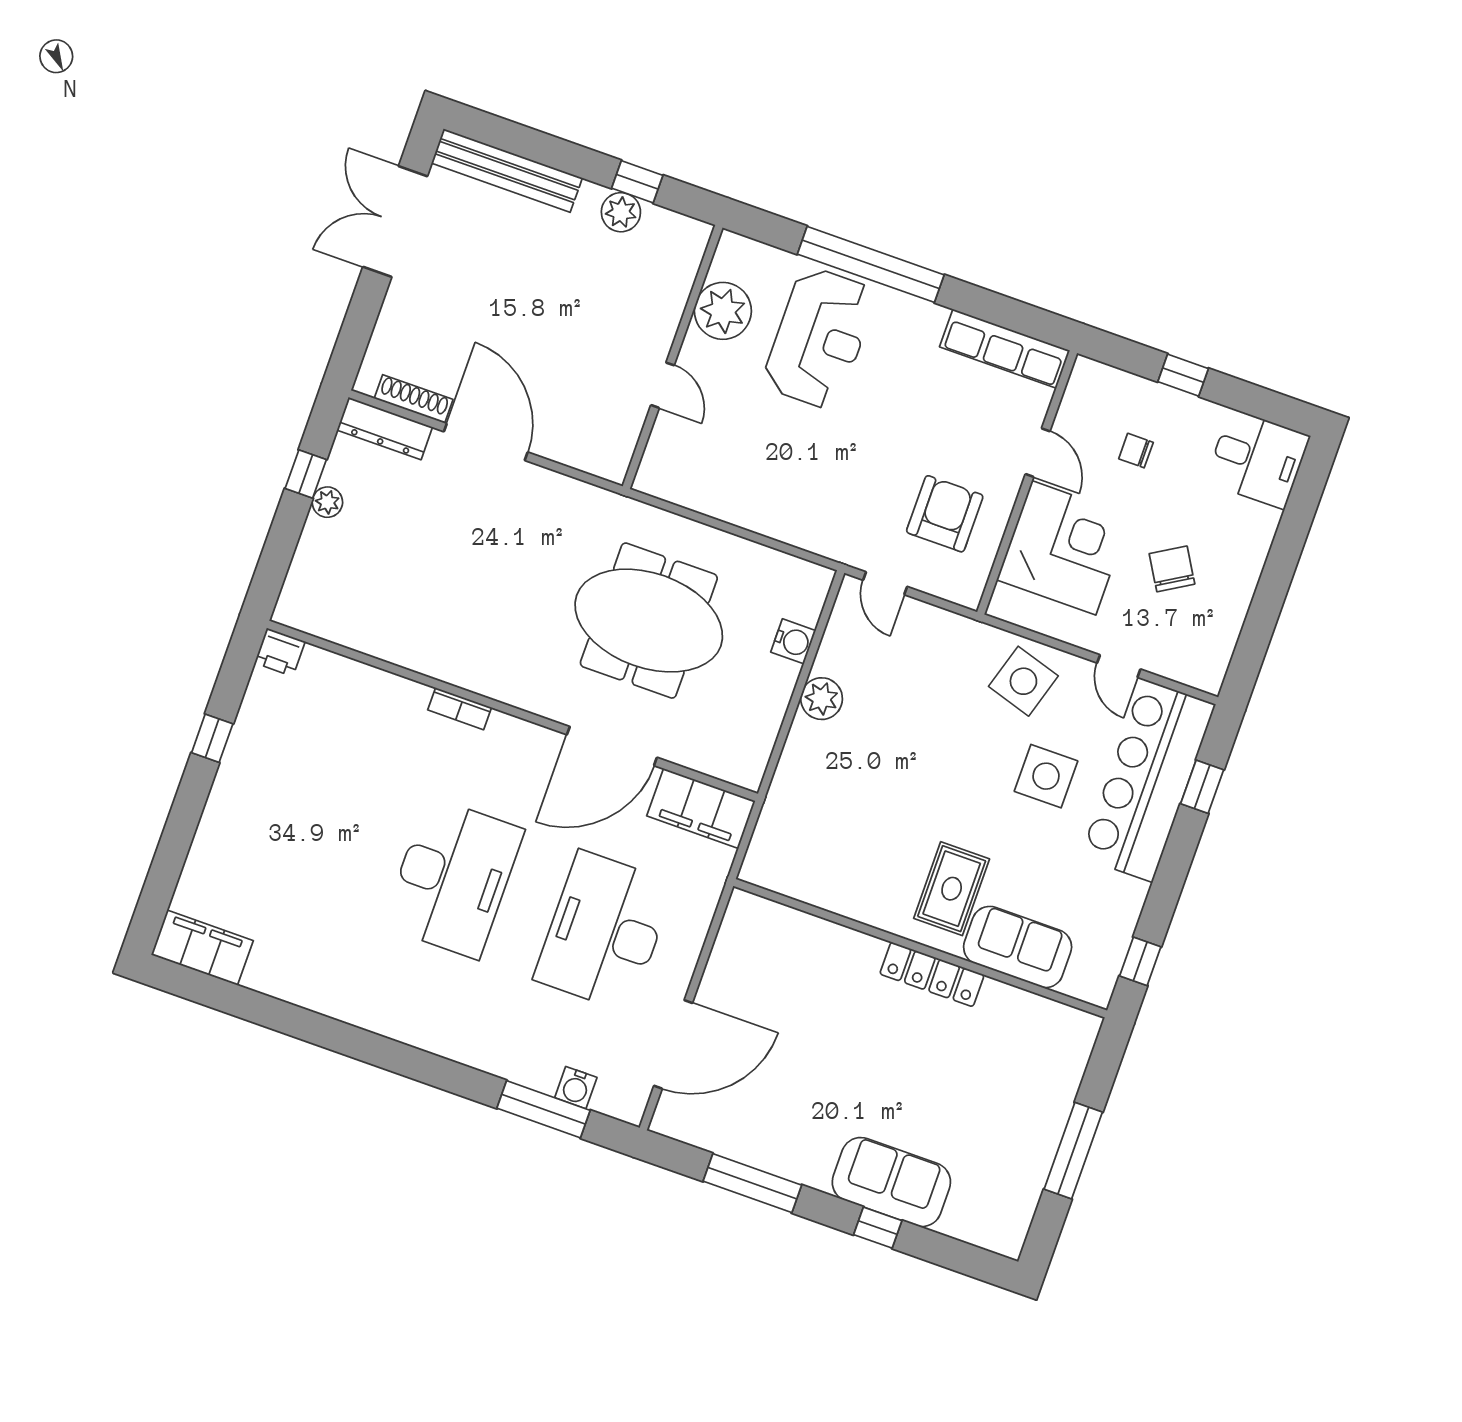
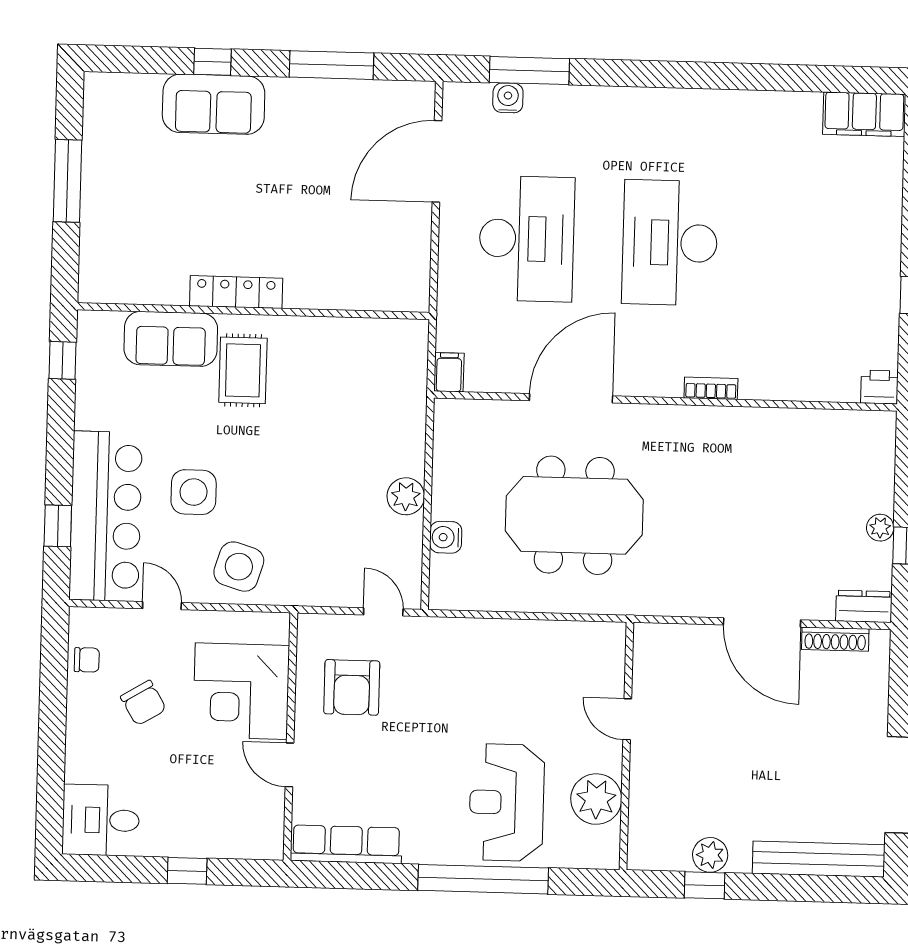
dresser: (385, 429) -> (864, 606), width x0.70
chair: (1136, 451) -> (87, 660), moved
filing cabinet: (701, 808) -> (449, 372), width x0.33, depth x0.86

